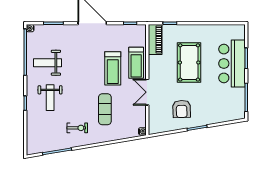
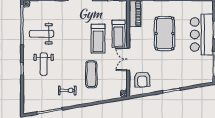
armchair: (182, 109) -> (142, 79), moved

